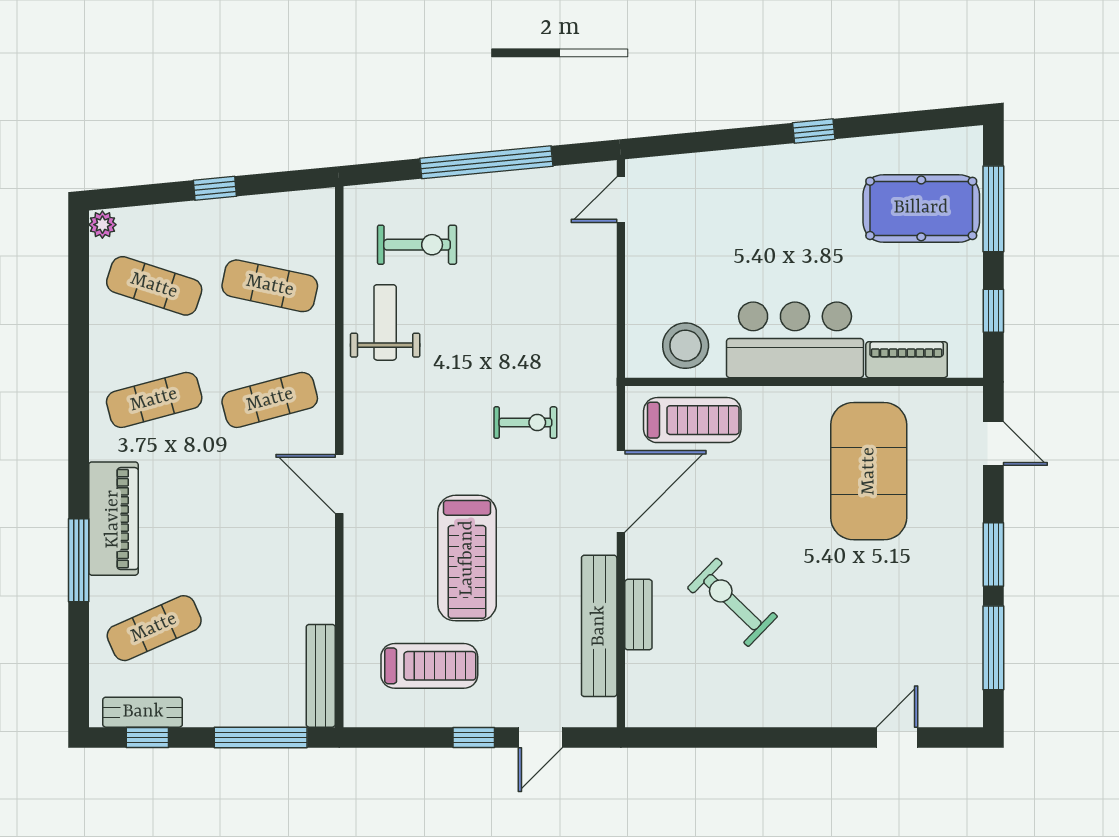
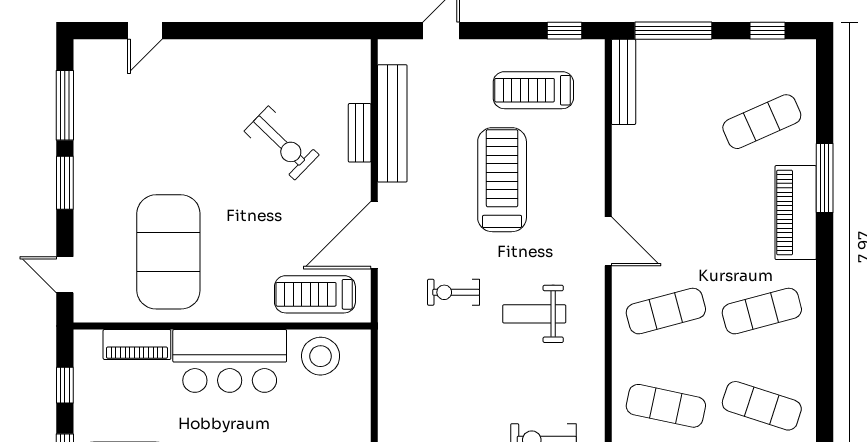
weight bench: (385, 322) -> (534, 314), moved, turned 90
bench: (143, 712) -> (771, 52), removed
window: (474, 738) -> (564, 31), moved

